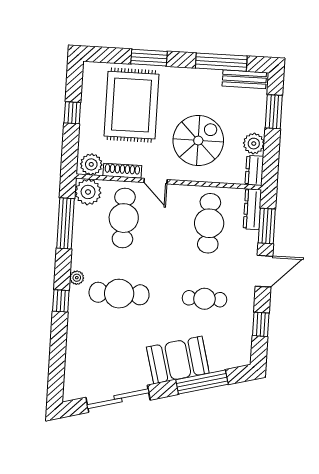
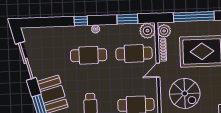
window: (72, 113) -> (194, 17), width x3.17
window: (66, 223) -> (127, 19), width x0.69
cafe table: (119, 294) -> (89, 55), turned 90

